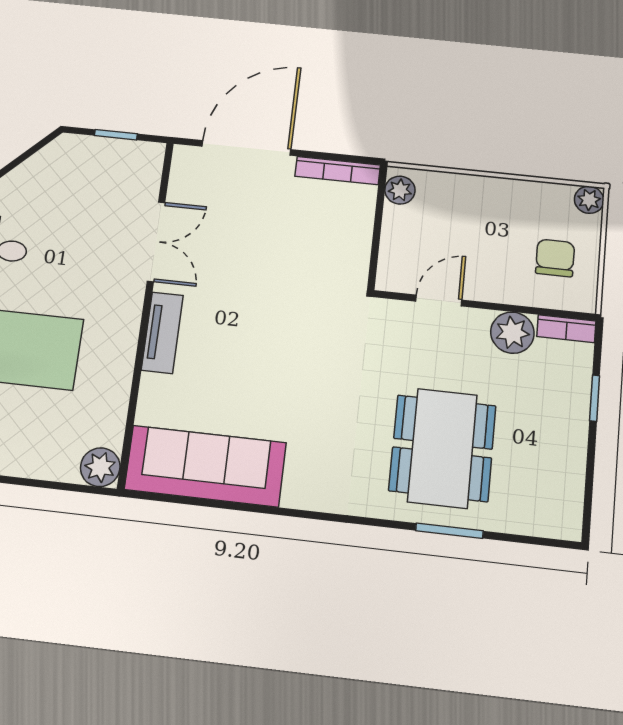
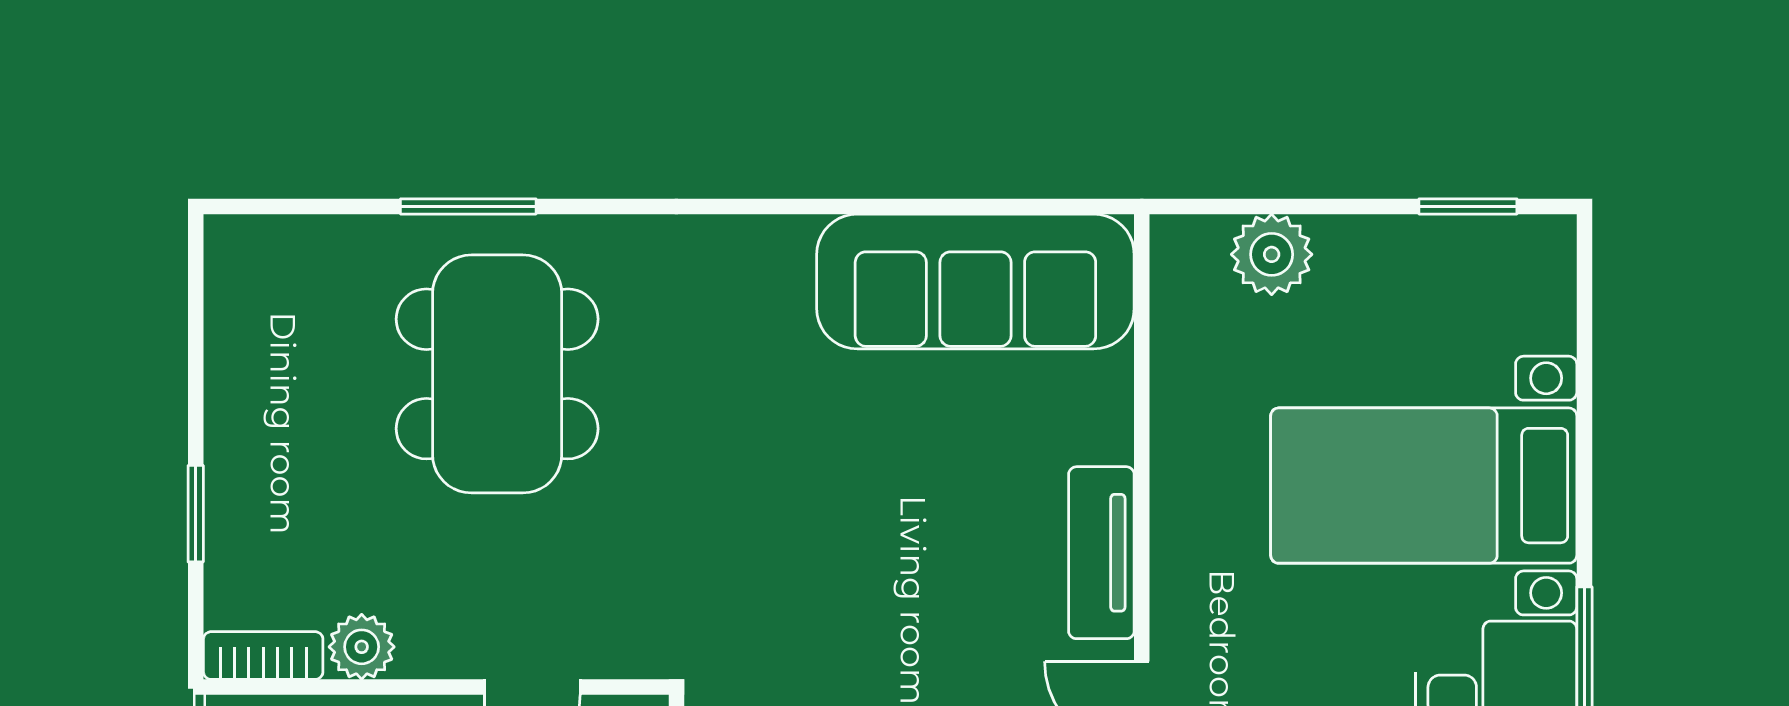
plant: (512, 333) -> (362, 647), width x0.73, depth x0.73
plant: (100, 467) -> (1272, 254), moved

